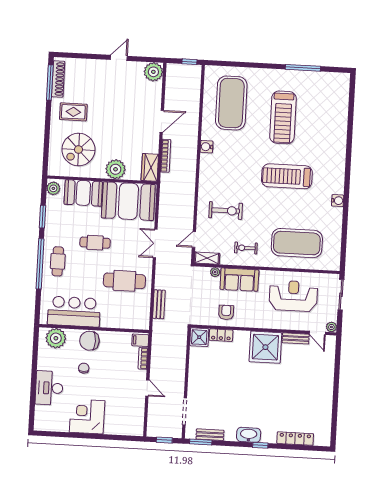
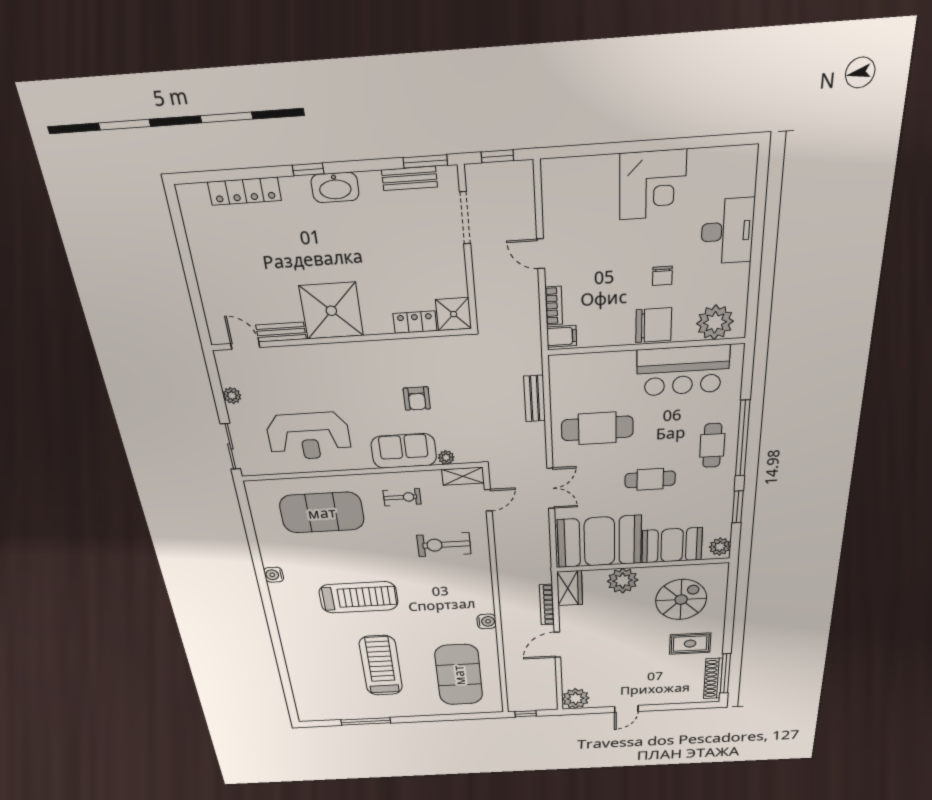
wall: (264, 330) -> (341, 340), moved
door: (317, 333) -> (245, 346), moved
locker: (221, 335) -> (415, 322), moved
shower: (199, 337) -> (454, 314), moved
bench: (296, 338) -> (281, 332), moved
shower: (265, 347) -> (331, 311), moved

